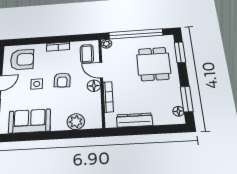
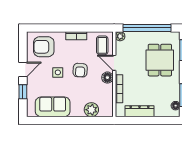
armchair: (22, 59) -> (44, 47), turned 180

